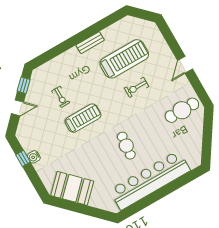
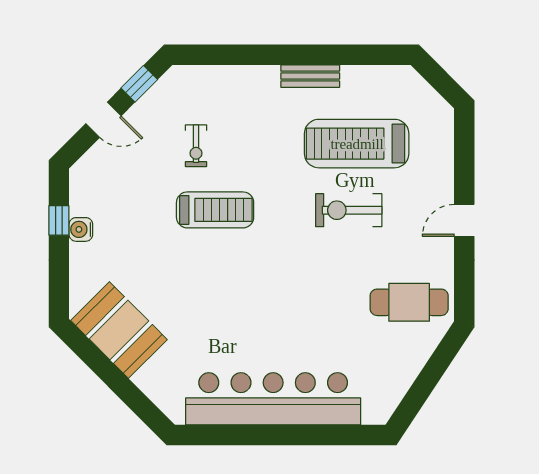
treadmill: (124, 59) -> (357, 144), turned 180
exercise bike: (137, 87) -> (349, 210), width x1.38, depth x1.39
cafe table: (126, 146) -> (266, 308), removed

